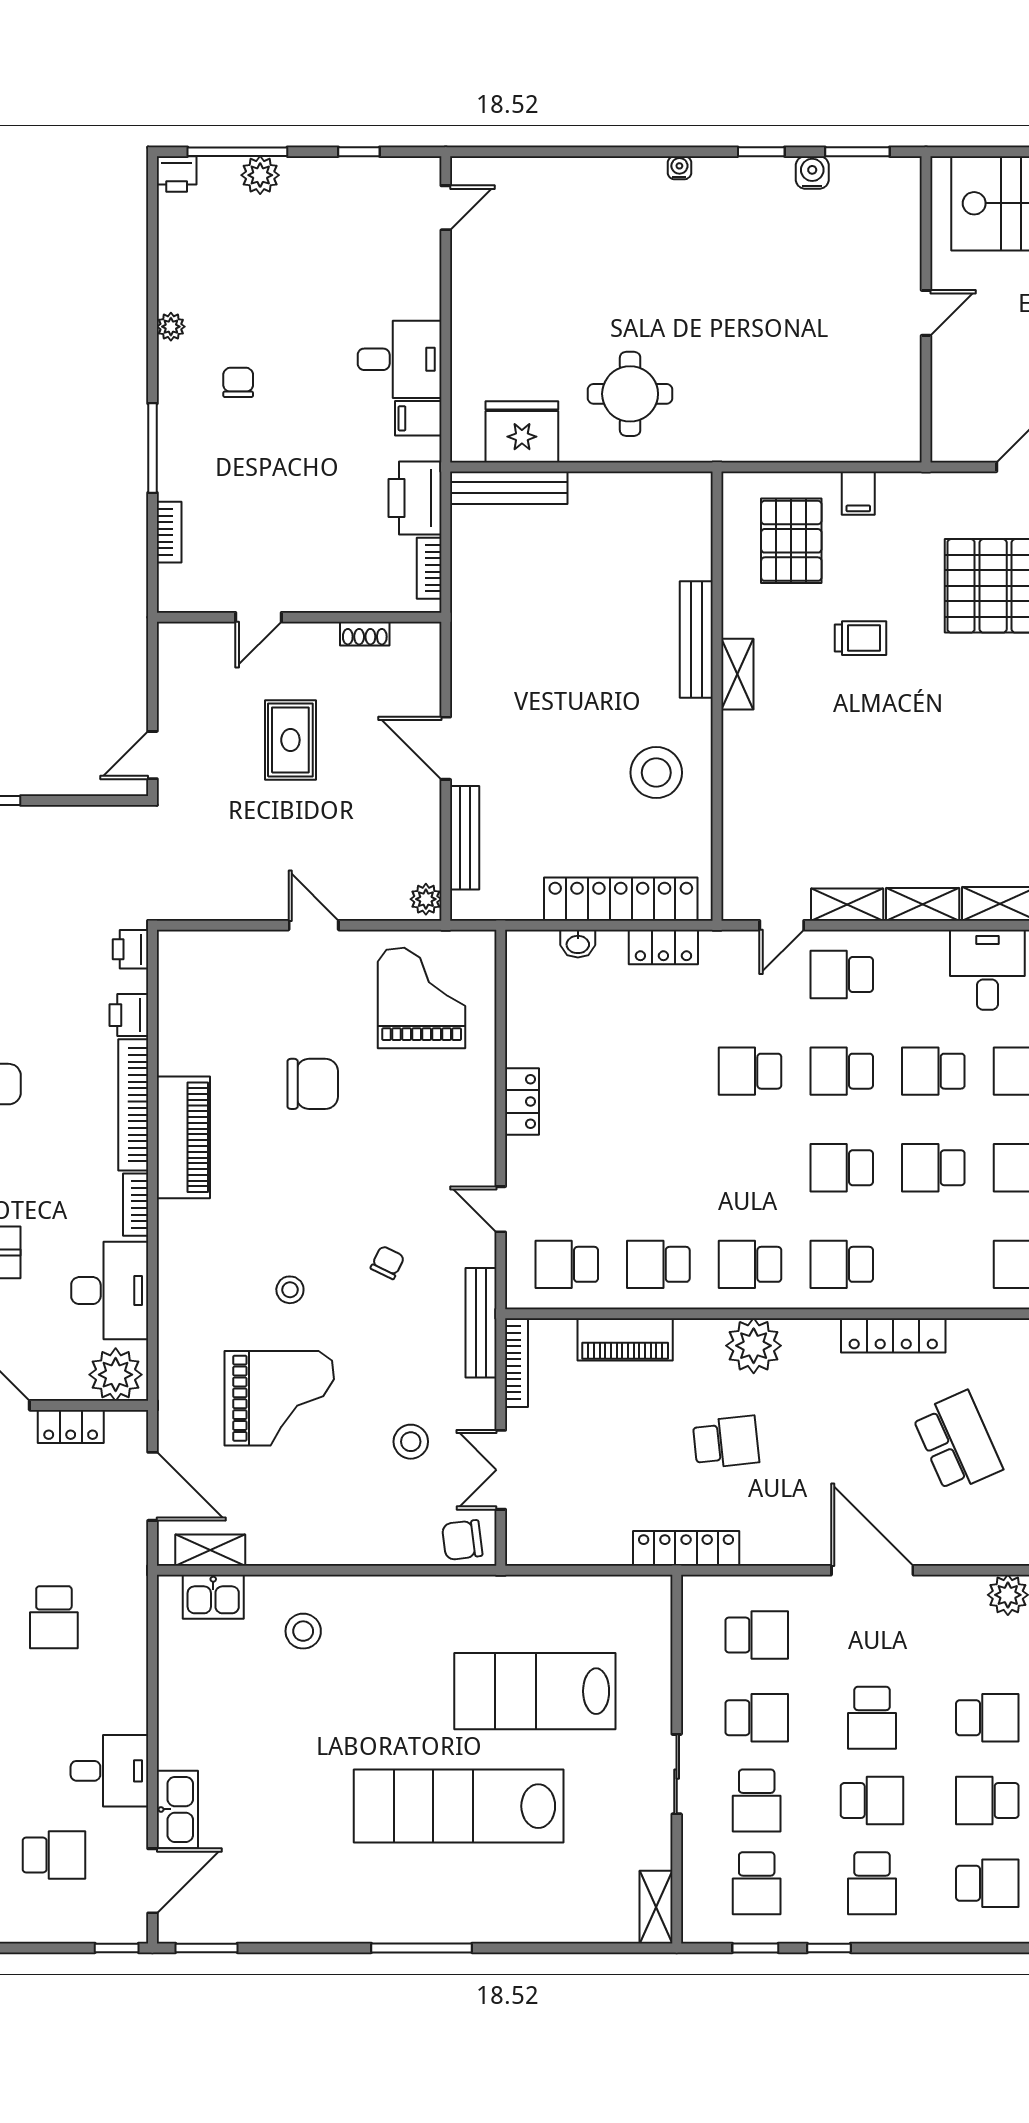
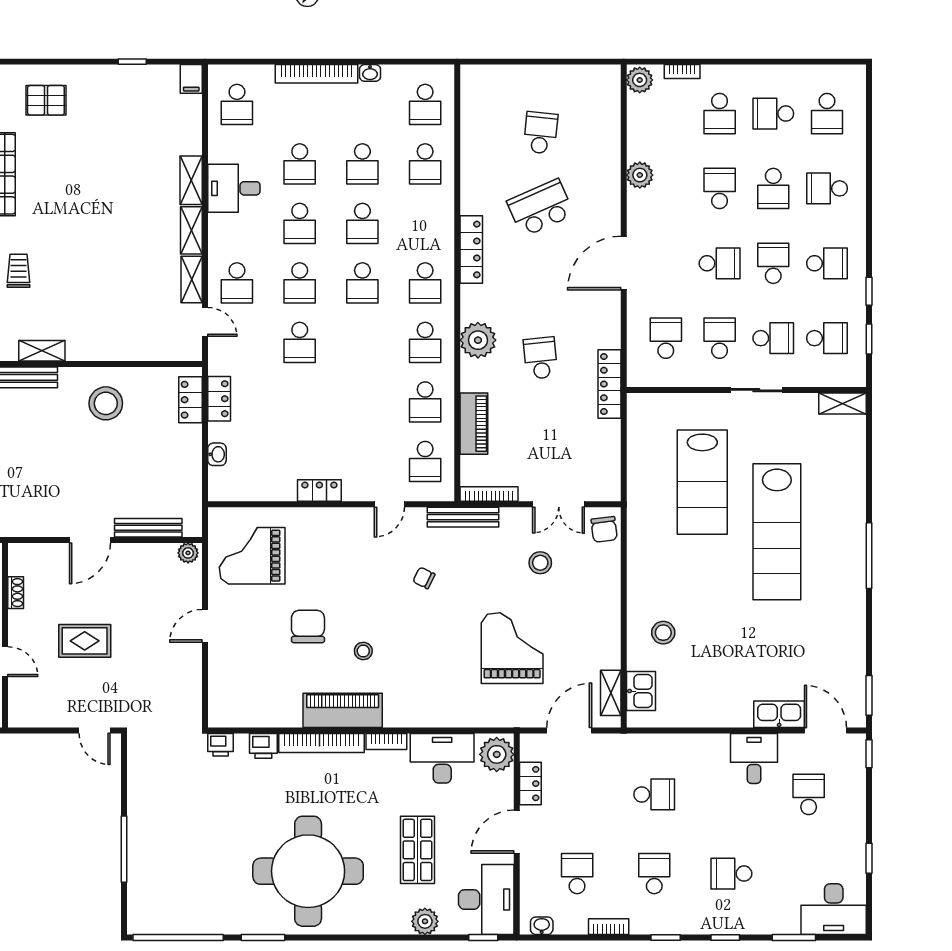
locker: (621, 899) -> (190, 400), width x0.46, depth x0.83
stool: (290, 1290) -> (363, 651), moved
school desk: (987, 1883) -> (827, 188), turned -90

